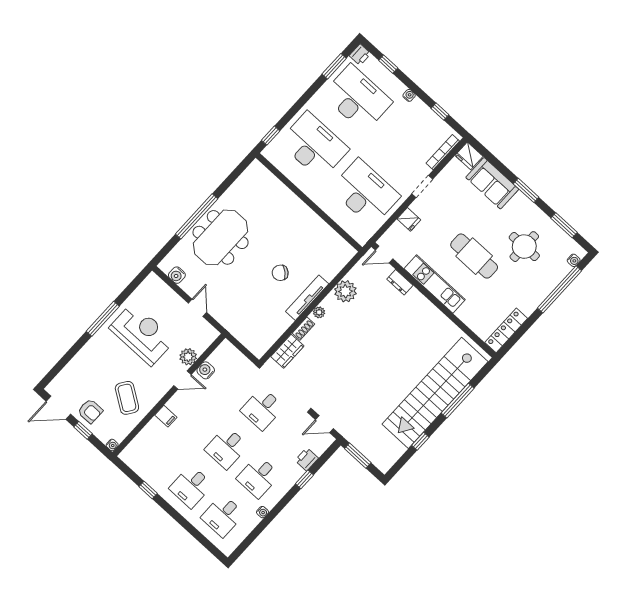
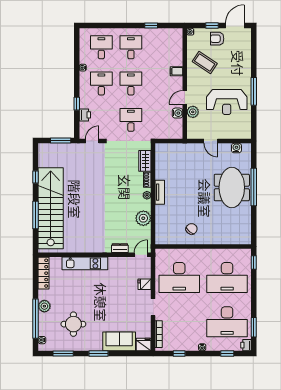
cafe table: (474, 256) -> (94, 296), removed
chair: (280, 273) -> (192, 229), moved
kitchen unit: (435, 284) -> (85, 263), moved
plant: (538, 294) -> (44, 306), added
tv unit: (307, 298) -> (160, 192), width x0.71

